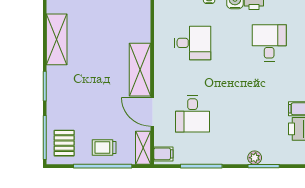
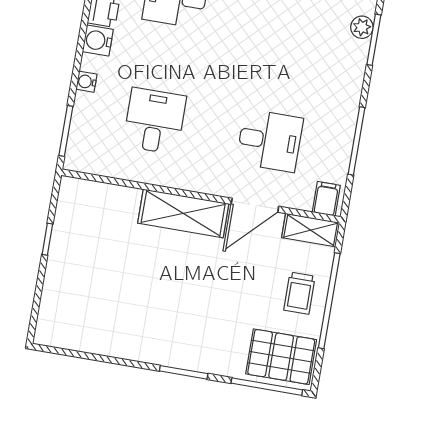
shelving: (57, 39) -> (111, 340), removed
pallet: (64, 143) -> (281, 357), width x1.50, depth x1.42
plant: (255, 158) -> (362, 27), moved

